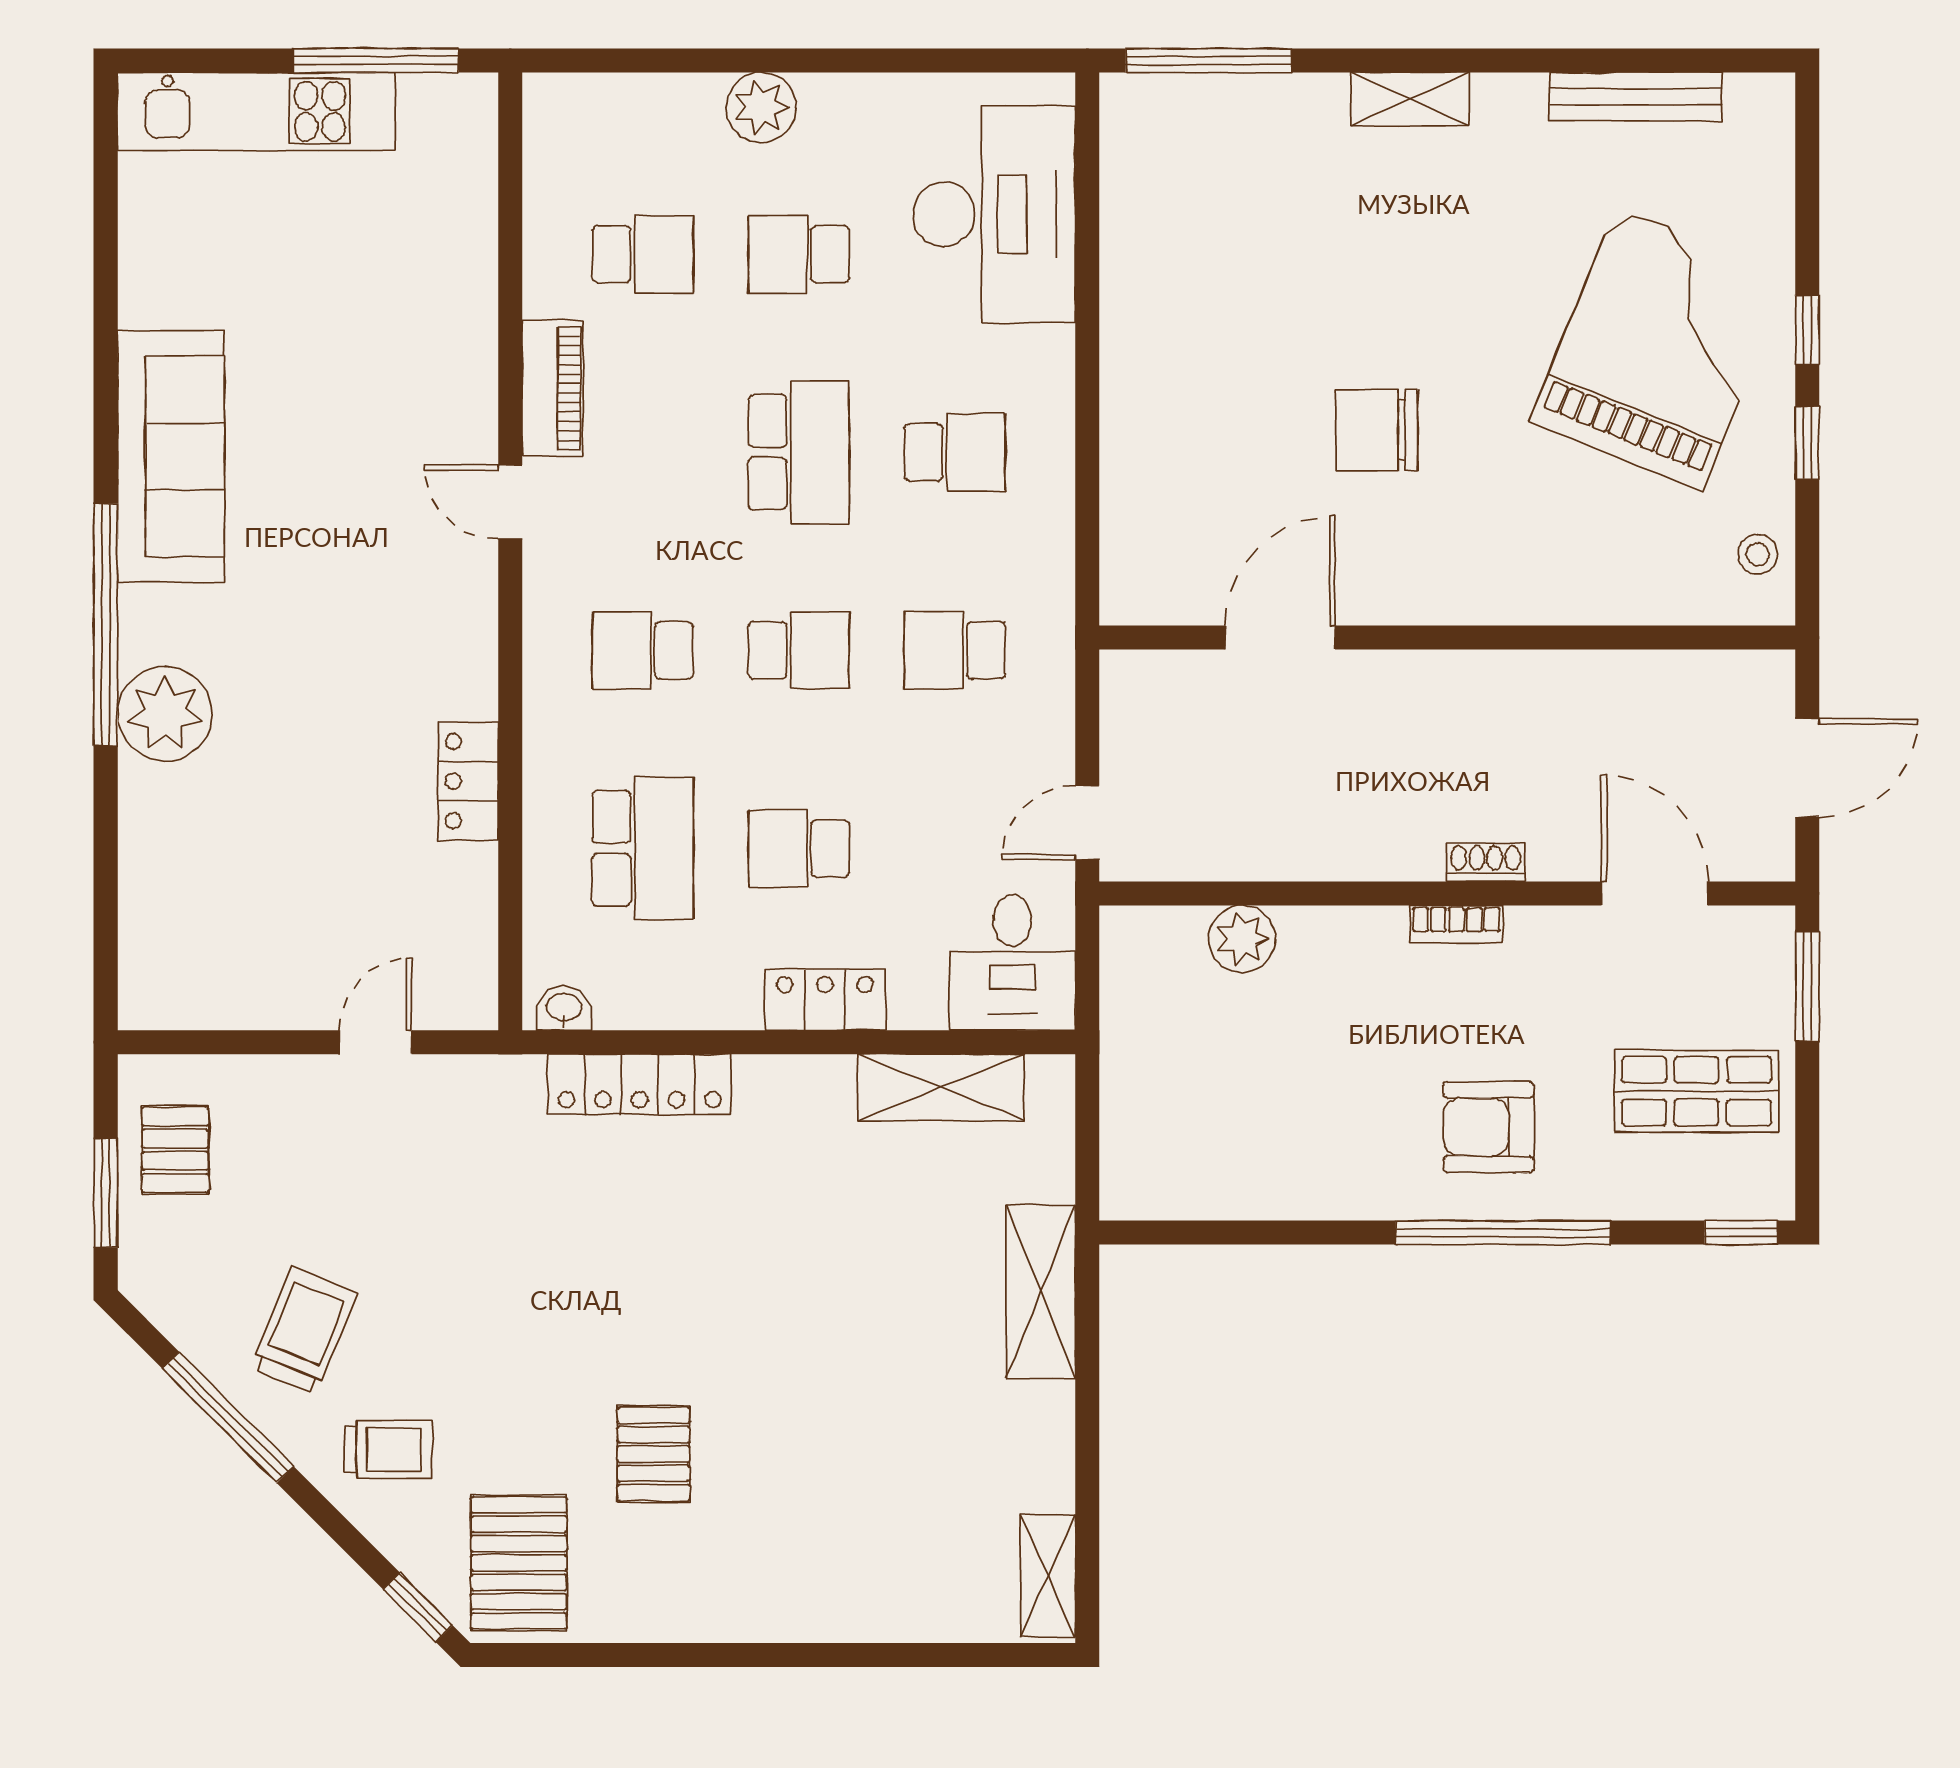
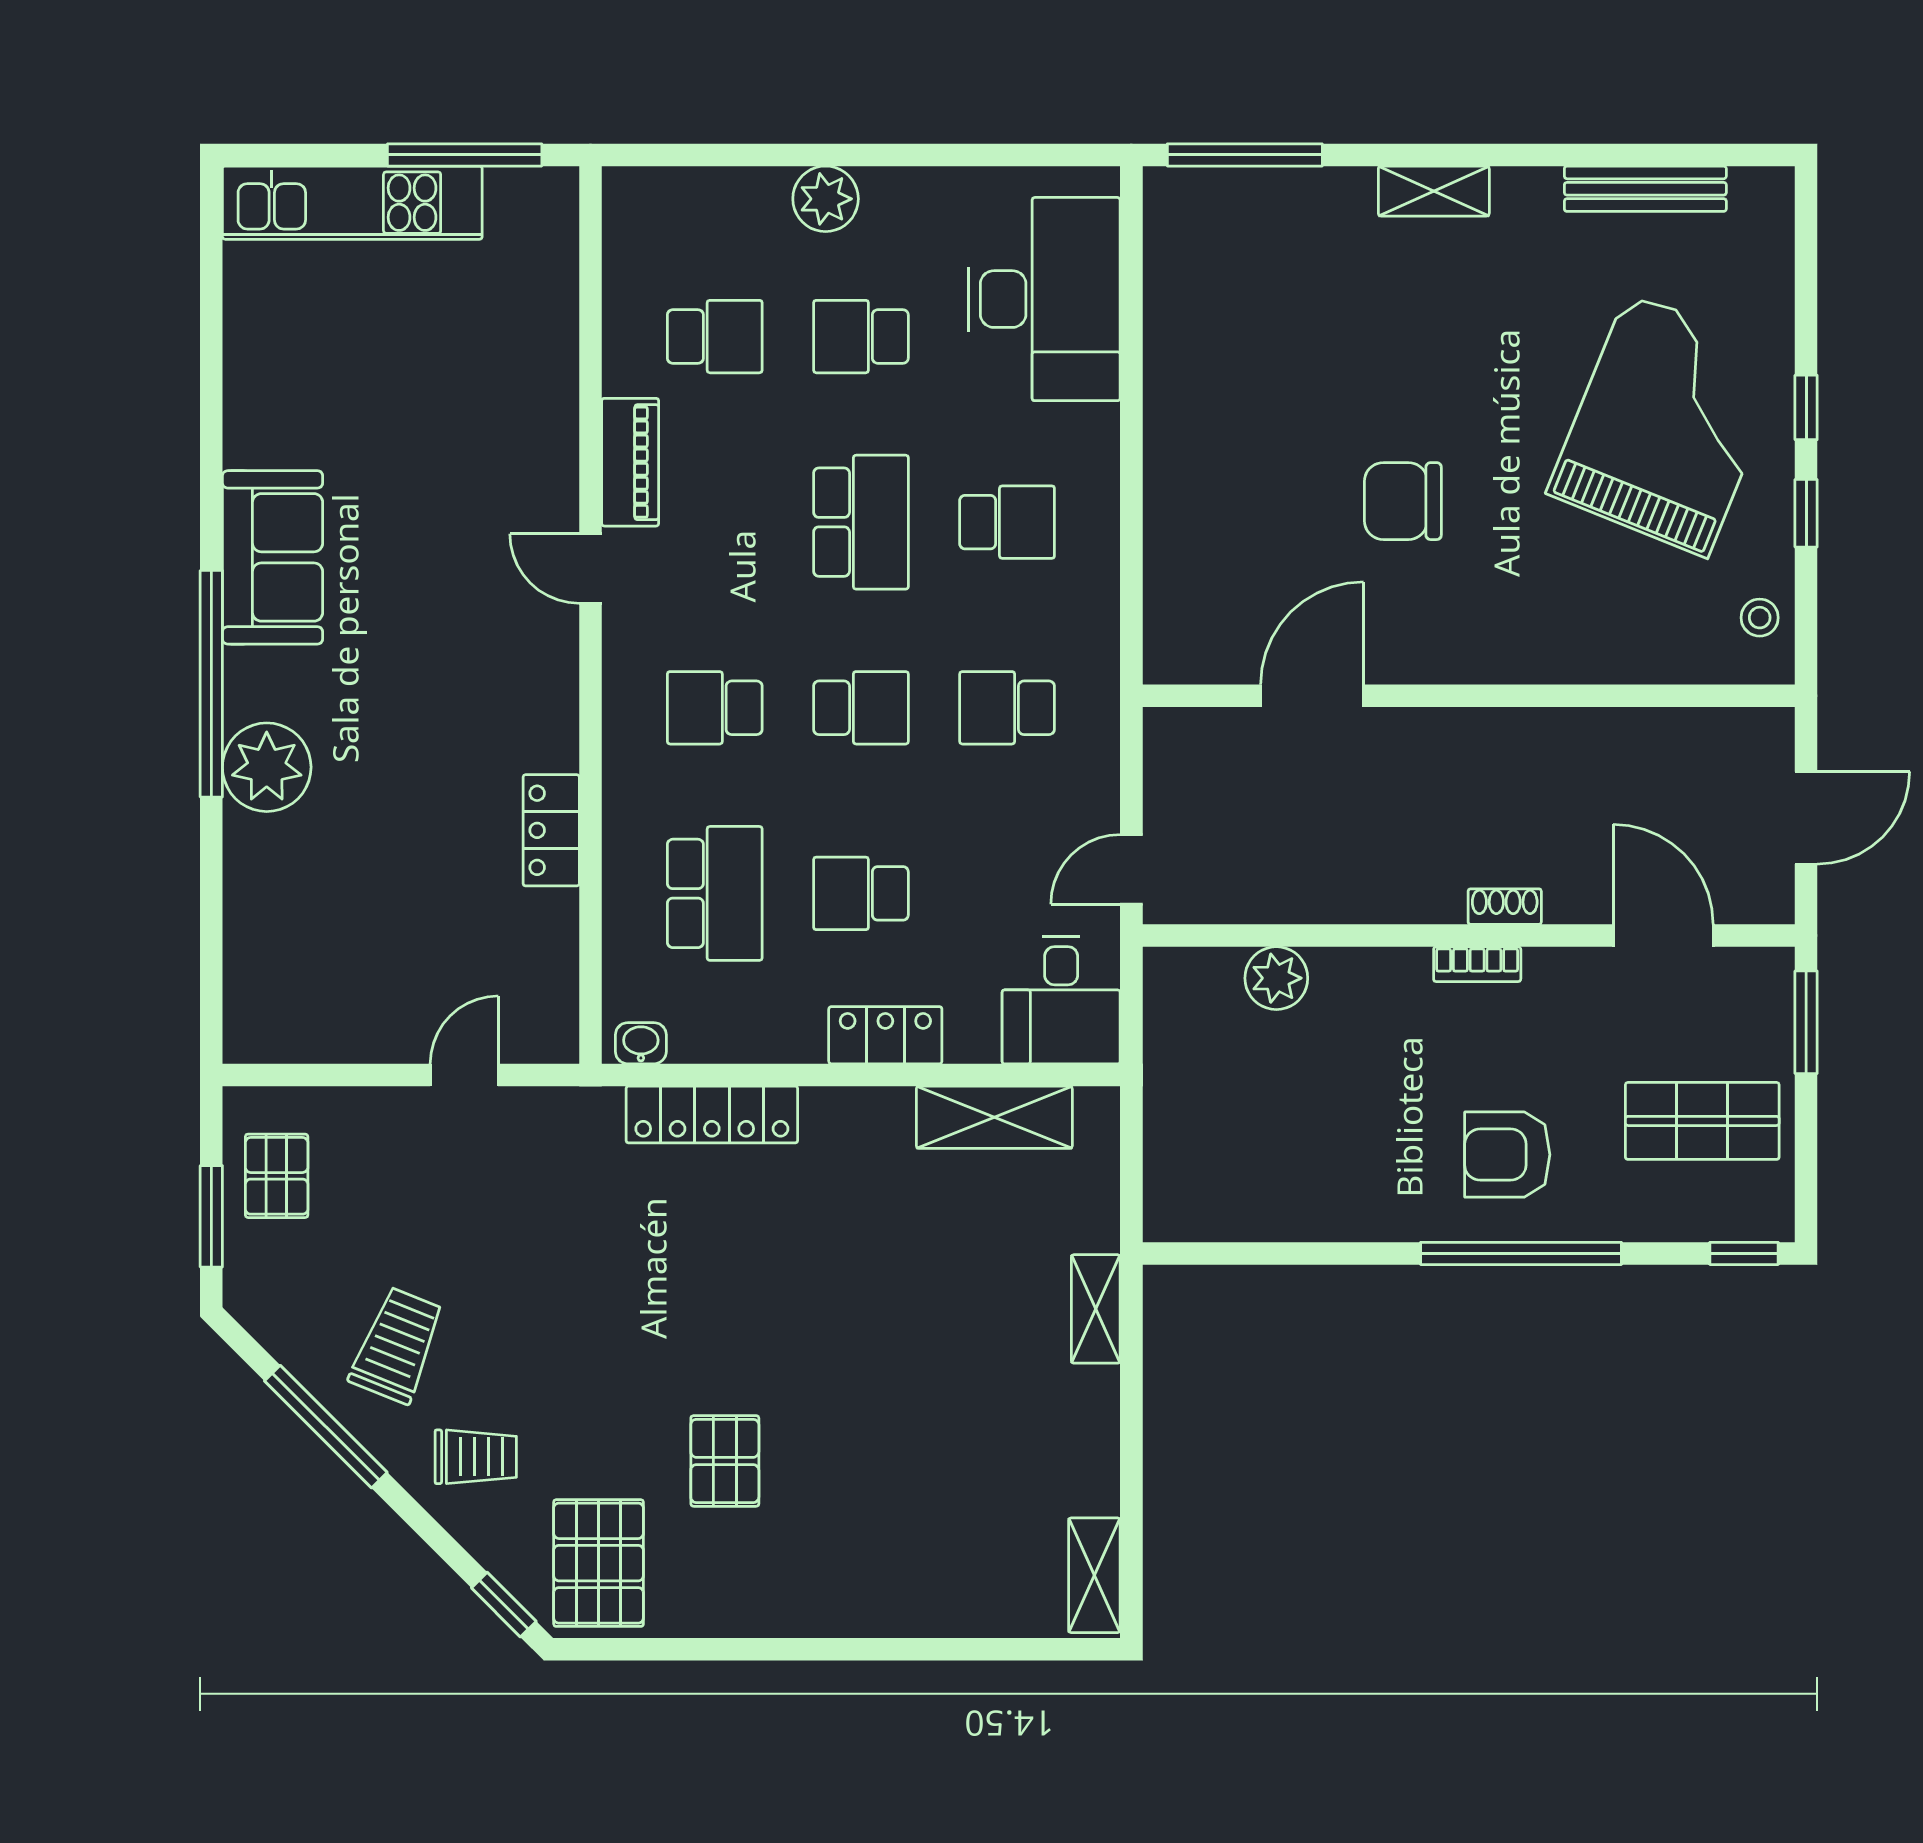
sofa: (171, 457) -> (273, 557), width x0.73
shelving: (1041, 1292) -> (1096, 1309), width x0.67, depth x0.75

